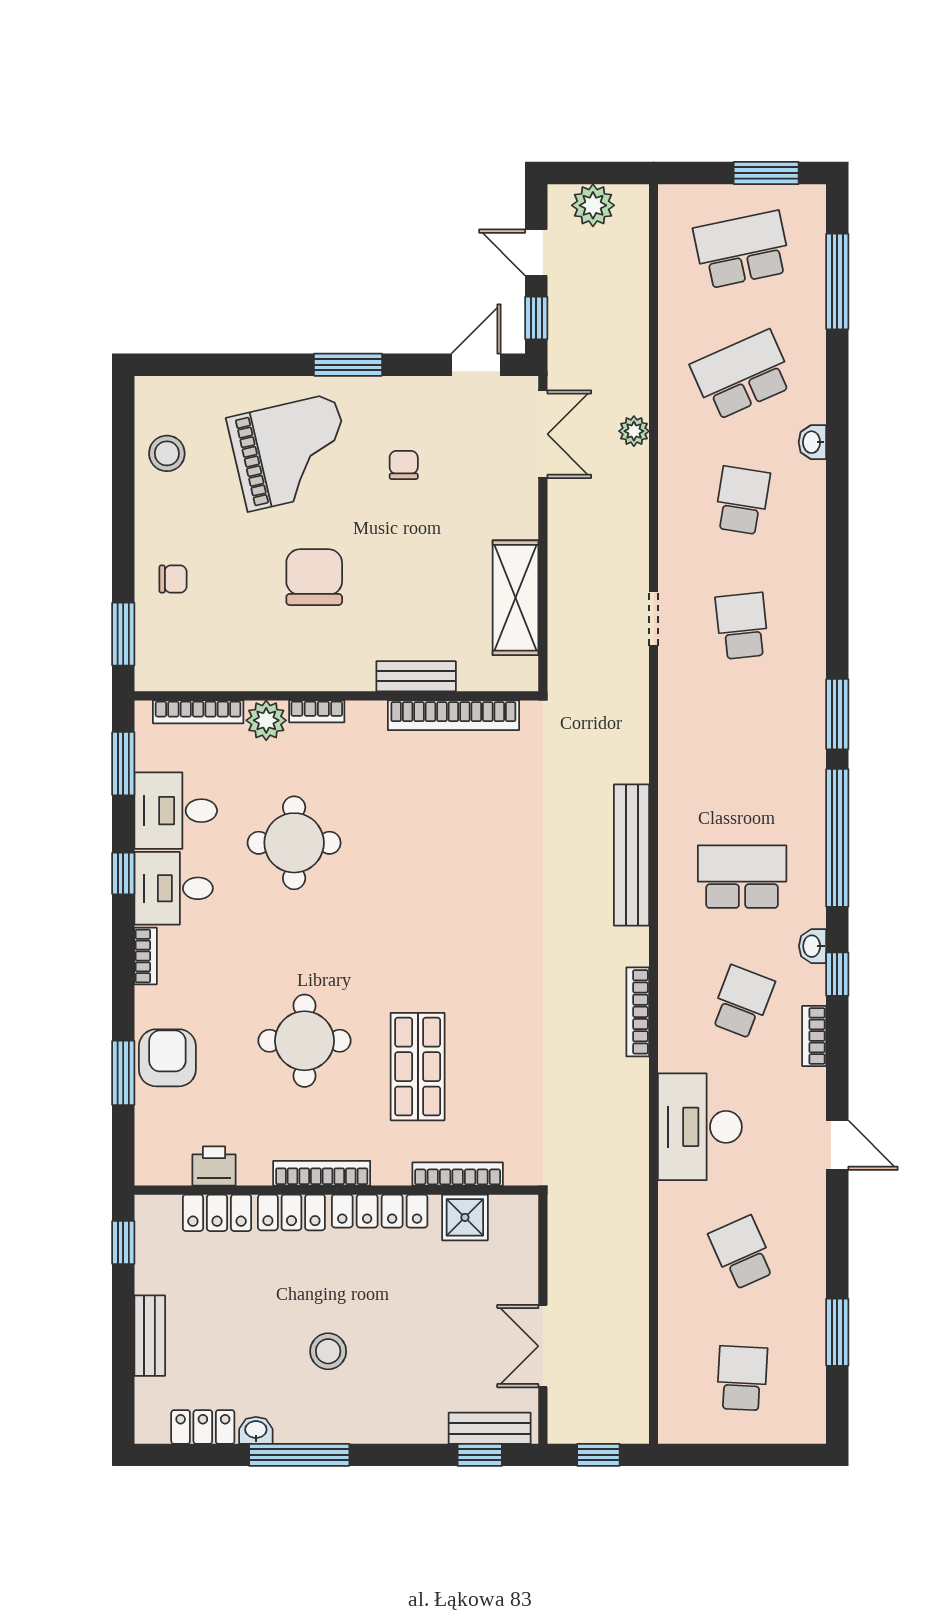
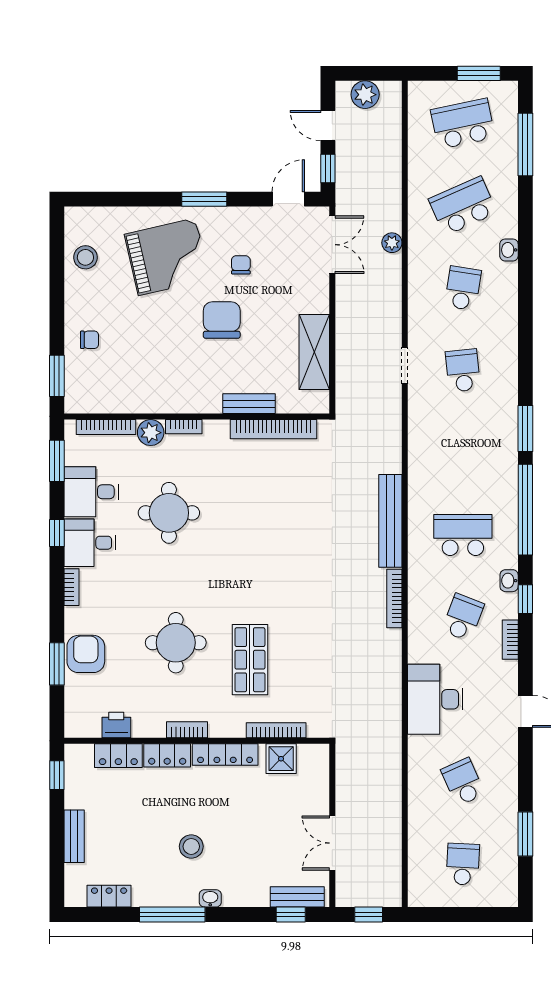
chair: (314, 577) -> (222, 320), moved
bookcase: (638, 1012) -> (394, 598), moved
bookcase: (322, 1173) -> (187, 730), width x0.64
washbasin: (256, 1430) -> (210, 898), moved

